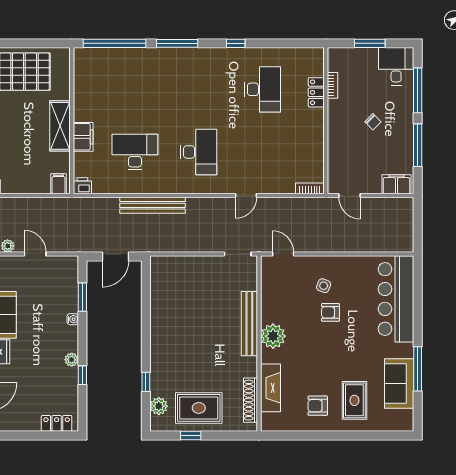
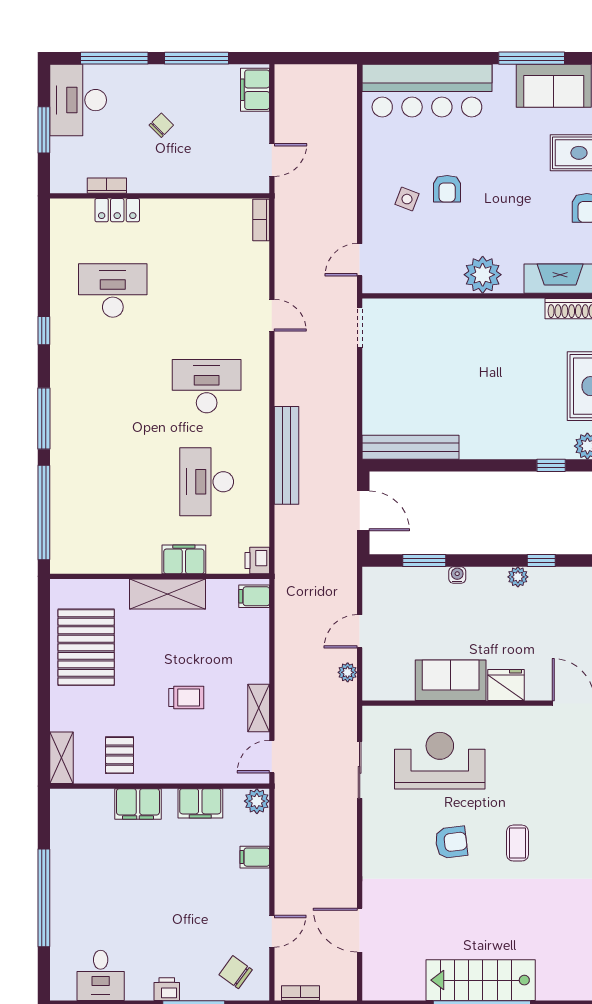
desk: (396, 66) -> (78, 100), width x1.37
bench: (249, 324) -> (410, 447), moved

